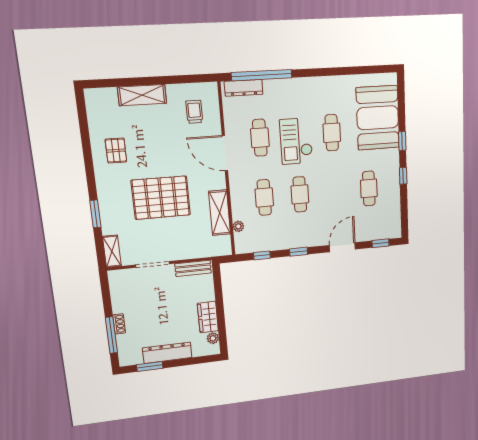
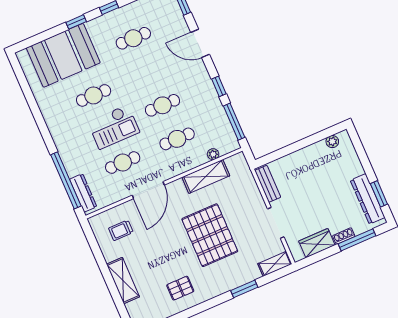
window: (262, 255) -> (234, 122), width x2.17
wardrobe: (208, 317) -> (317, 243), moved, turned 180
dresser: (167, 353) -> (368, 199), moved

